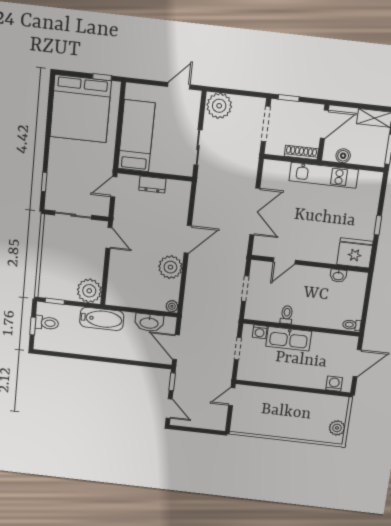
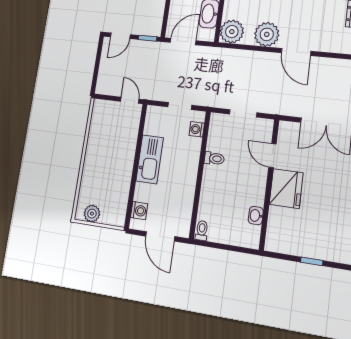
fridge: (355, 253) -> (286, 188), moved
plant: (172, 306) -> (232, 32), width x1.88, depth x1.88
kitchen sink: (289, 339) -> (150, 159), moved, turned 180

